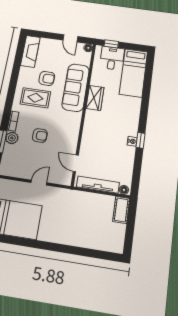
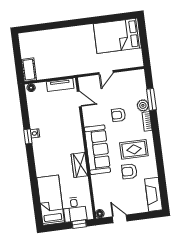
sofa: (76, 88) -> (97, 150), moved
tv unit: (98, 185) -> (60, 85), width x0.71

